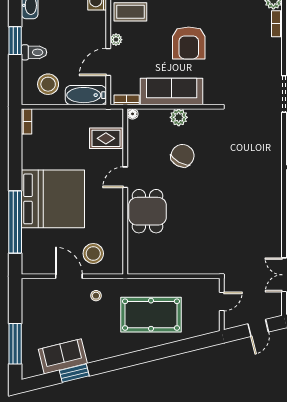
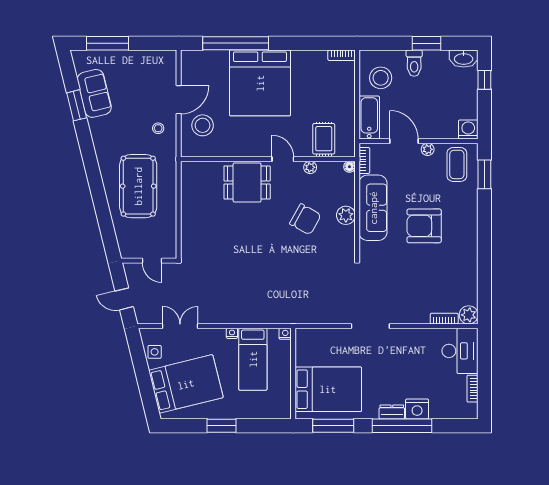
plant: (133, 151) -> (310, 167), added

